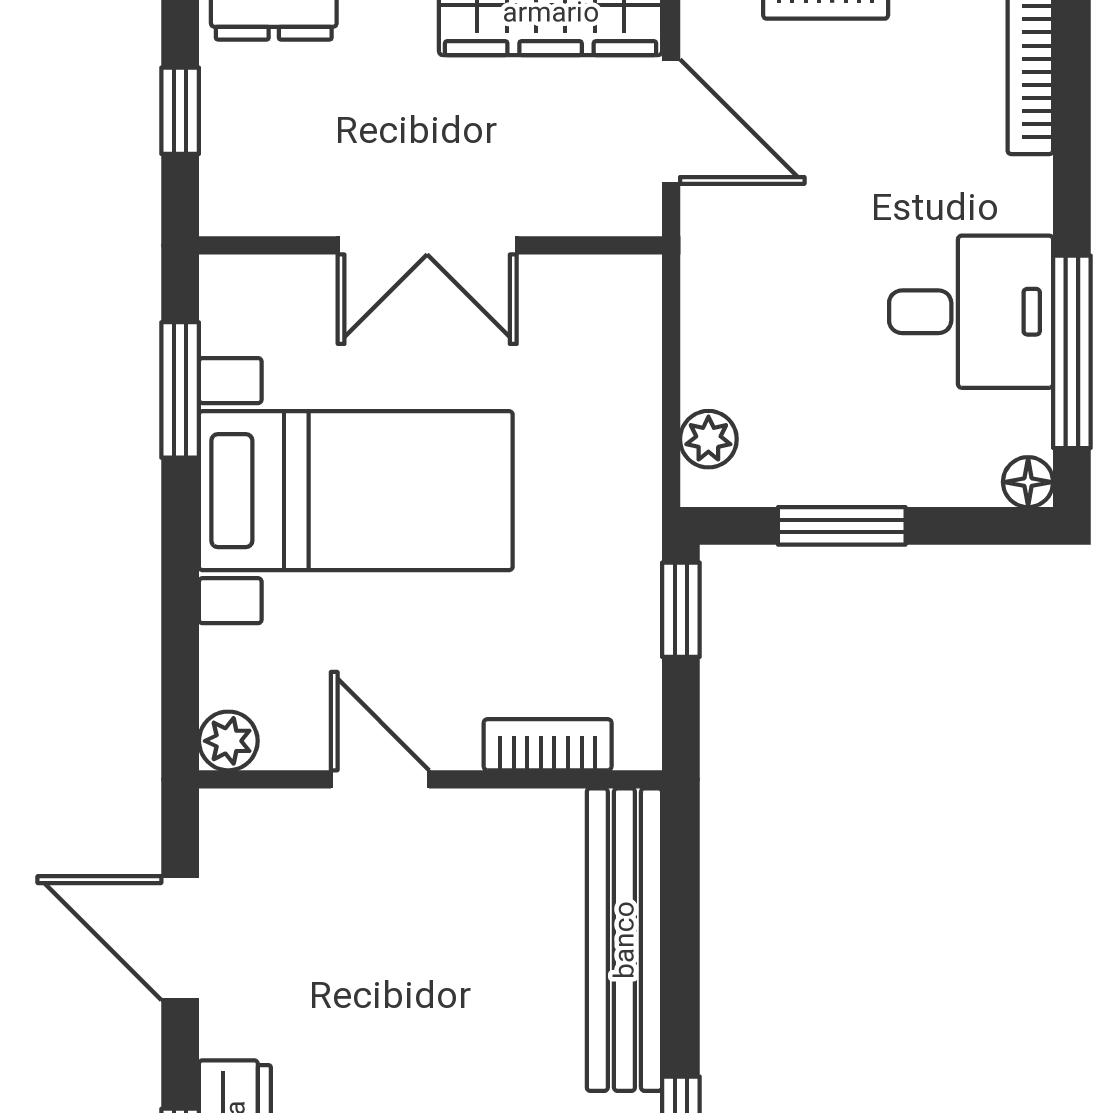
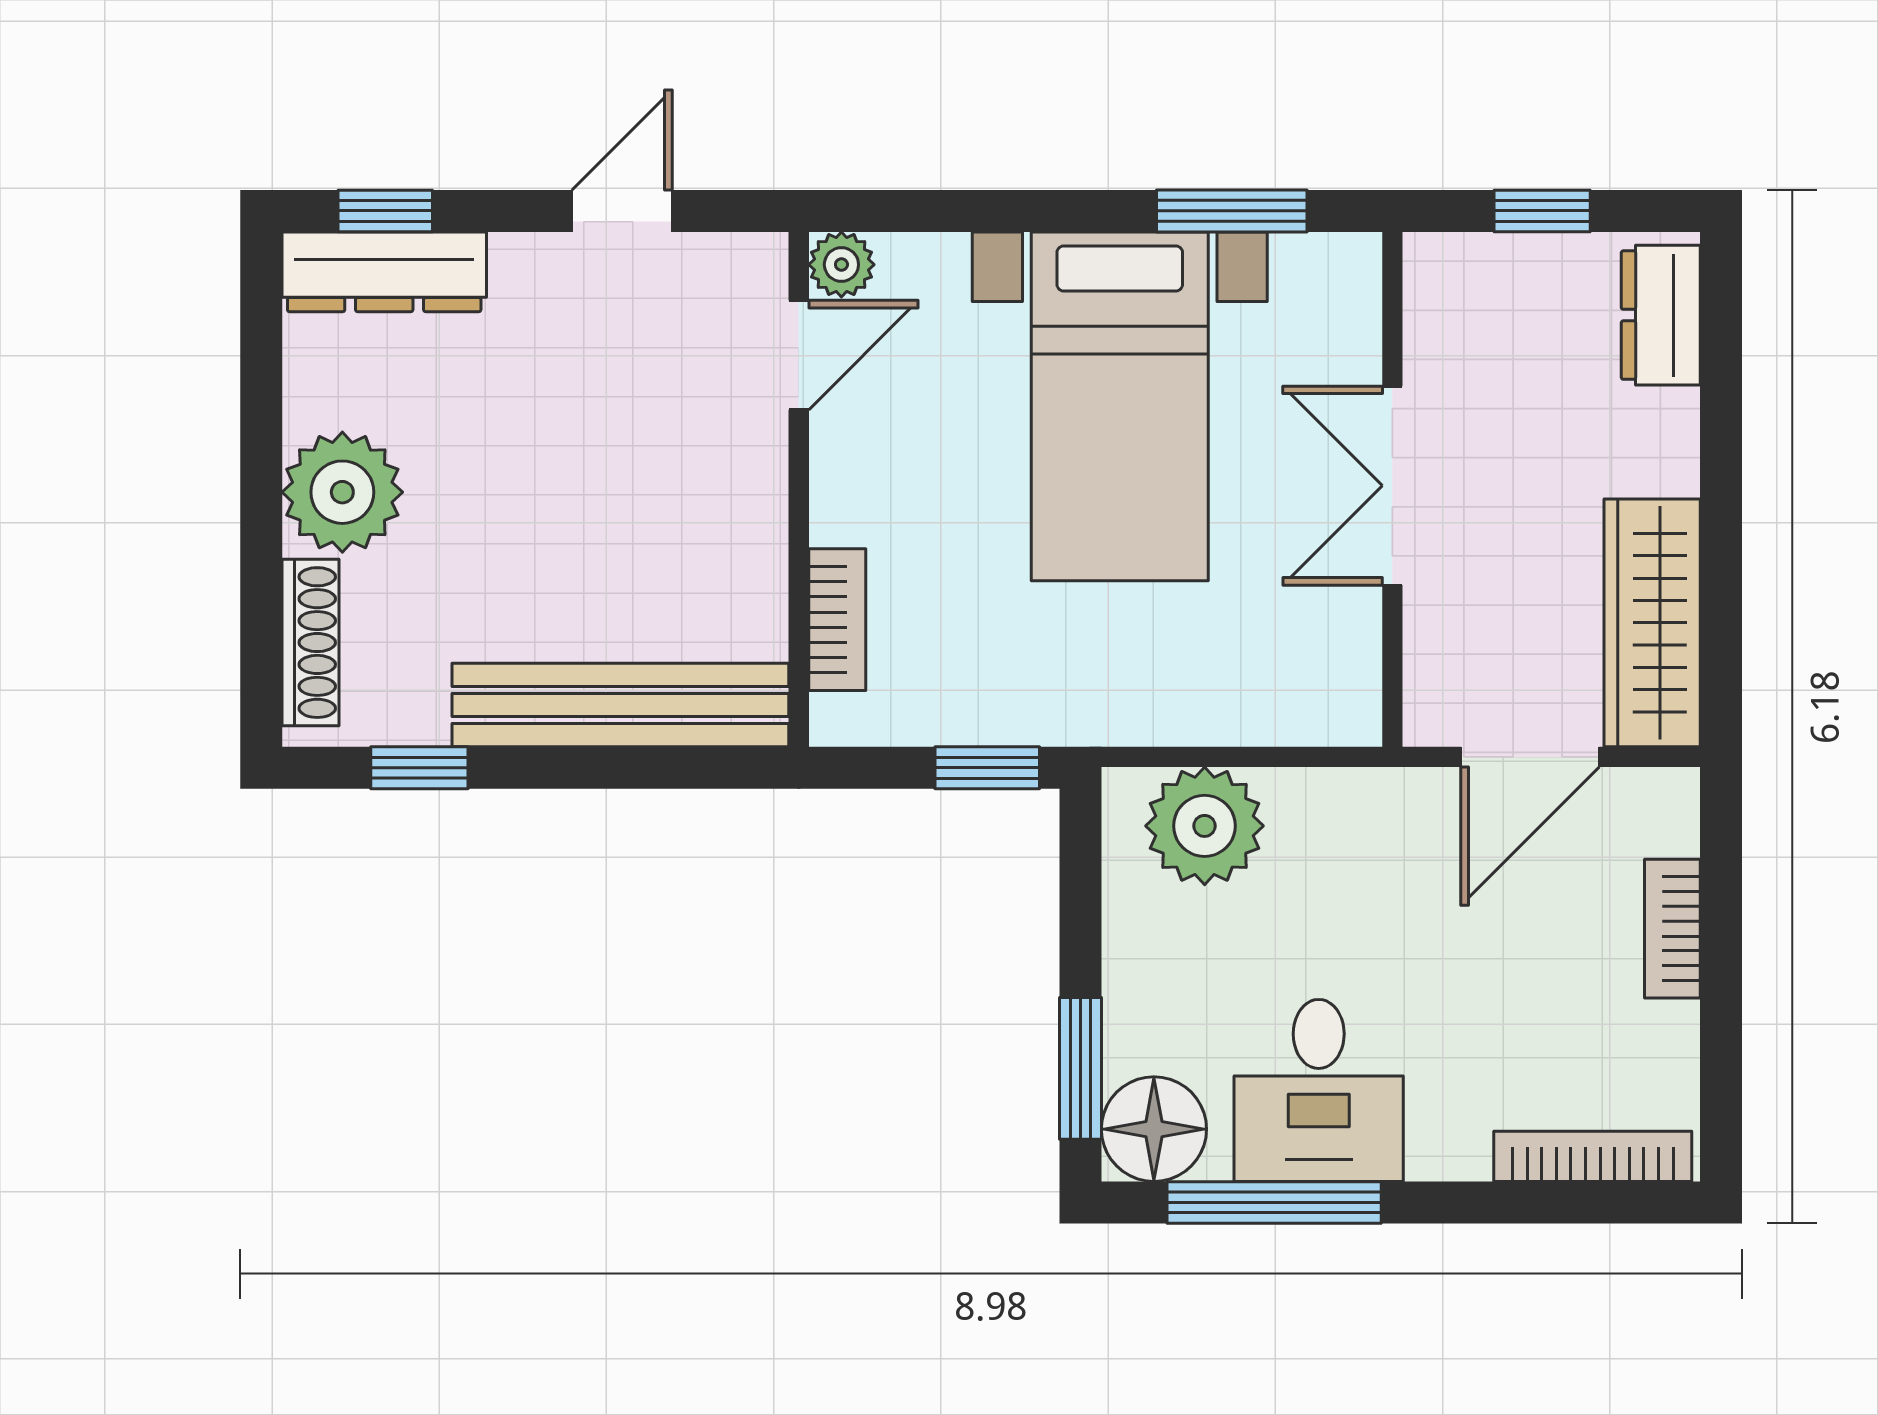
plant: (708, 439) -> (1205, 826), width x1.88, depth x1.88
floor lamp: (1028, 482) -> (1154, 1129), width x1.89, depth x1.89
window: (842, 526) -> (1081, 1068), moved
door: (380, 779) -> (799, 355), moved
door: (180, 938) -> (622, 211), width x0.73

